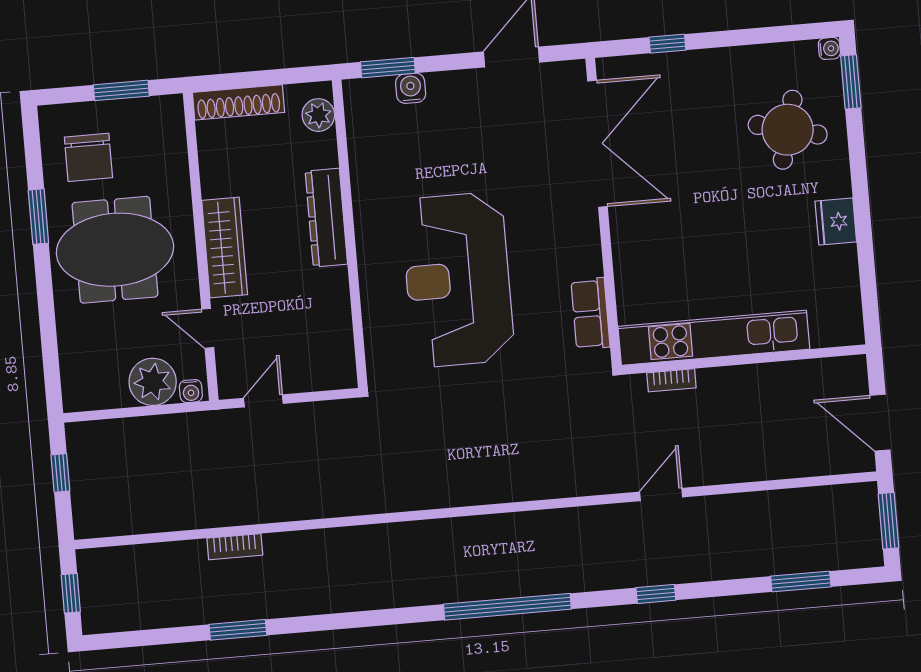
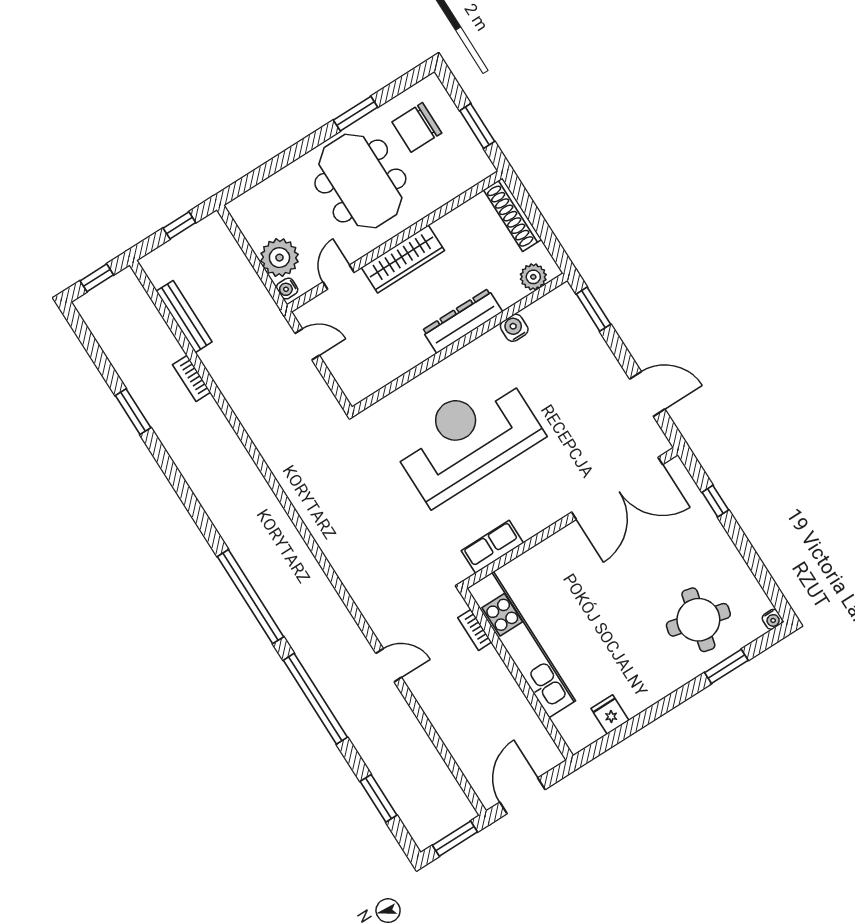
window: (851, 82) -> (726, 666), moved
water cooler: (411, 88) -> (514, 328), moved, turned -90
fridge: (836, 221) -> (610, 714), moved, width x0.72
bench: (163, 520) -> (184, 317), added
window: (656, 594) -> (315, 699), width x3.17

